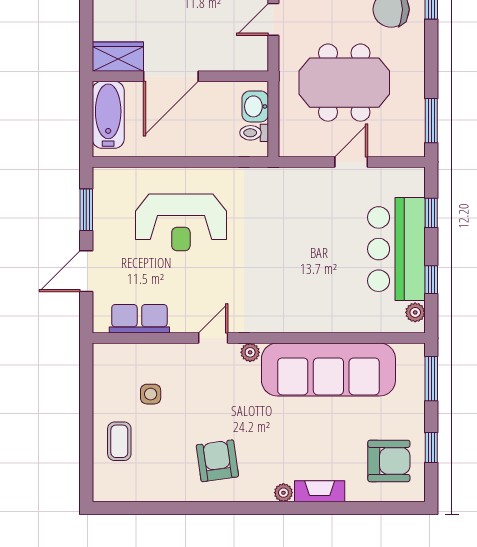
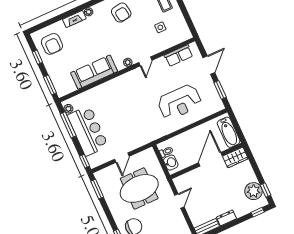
window: (431, 213) -> (85, 161), moved
reception desk: (181, 222) -> (180, 102), turned 180
window: (431, 280) -> (68, 125), width x2.17
sofa: (328, 369) -> (94, 72), width x0.74, depth x0.79
armchair: (389, 461) -> (52, 44), turned -90

